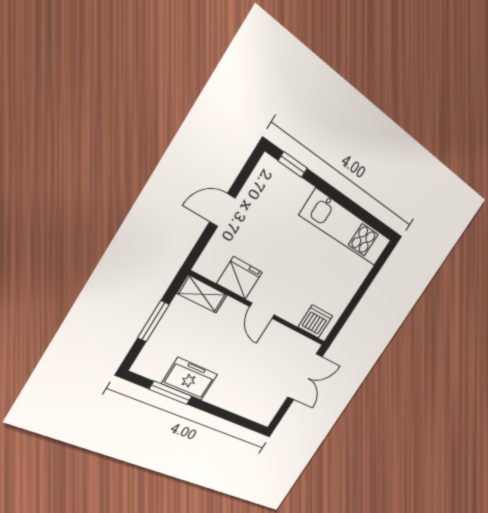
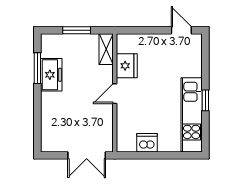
window: (293, 165) -> (205, 100), moved
door: (222, 210) -> (181, 30), moved
dishwasher: (315, 321) -> (147, 143), moved, turned -90

